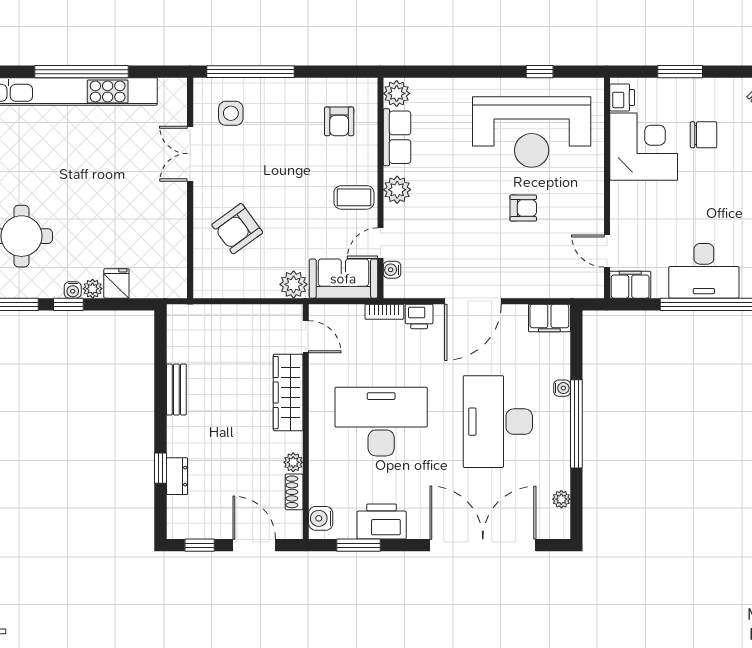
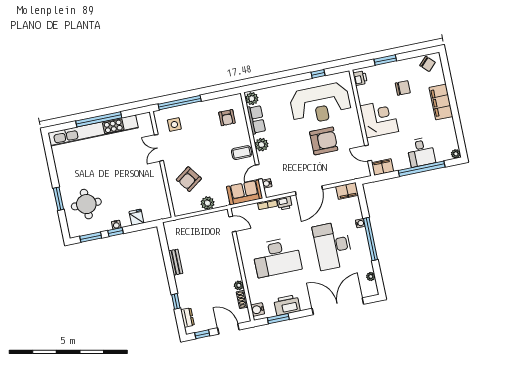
corner desk: (644, 147) -> (379, 119), moved
armchair: (523, 208) -> (324, 141), width x1.88, depth x1.88
desk: (704, 271) -> (421, 152), width x0.73
plant: (294, 284) -> (208, 203), moved
plant: (93, 289) -> (126, 222), removed
wardrobe: (288, 393) -> (229, 252), removed
desk: (381, 422) -> (277, 257), turned 180
dresser: (177, 476) -> (187, 318), moved

